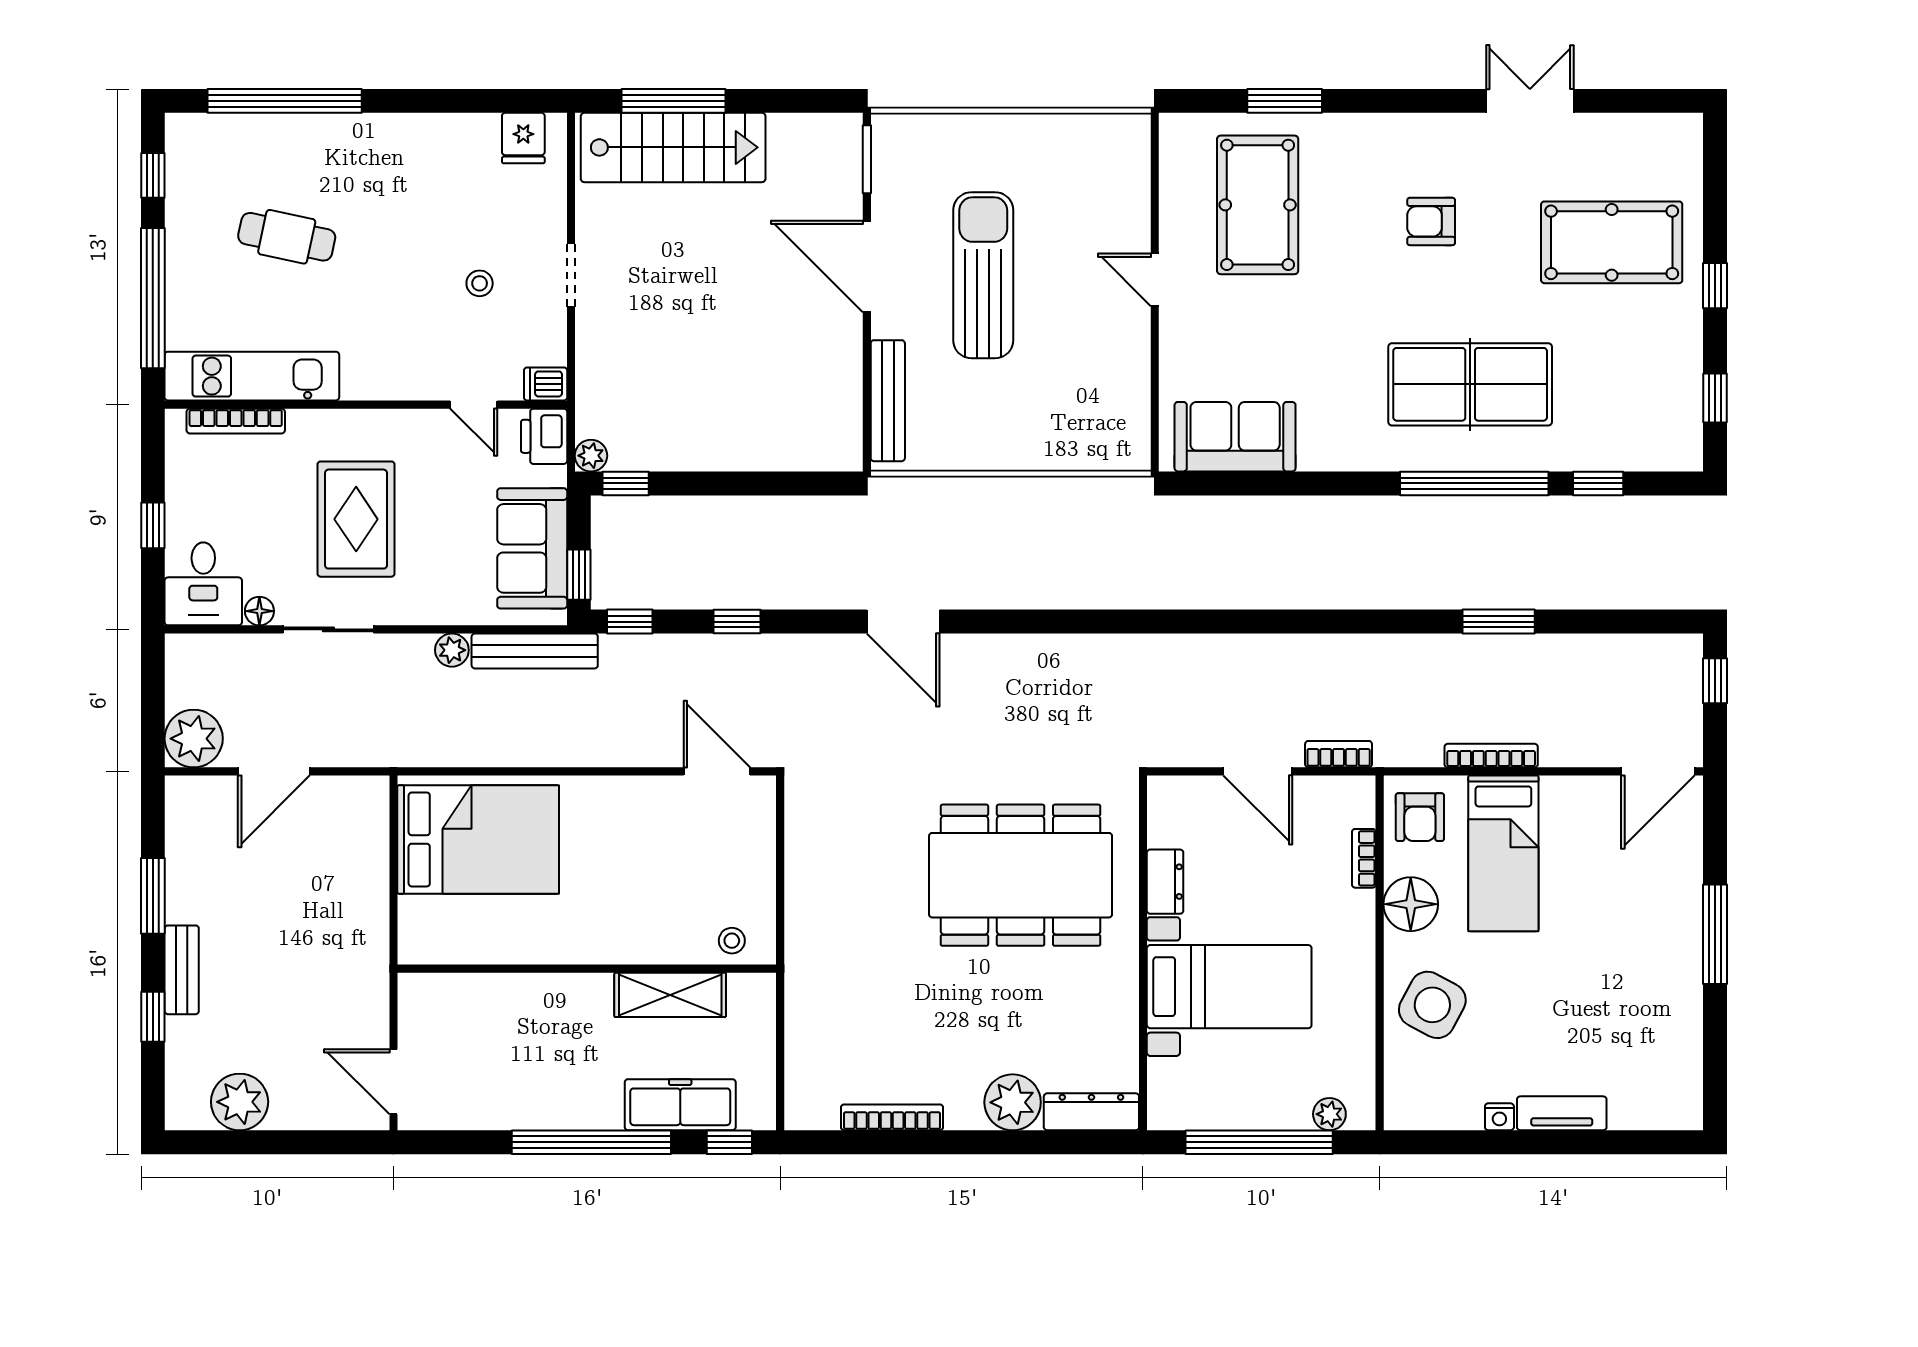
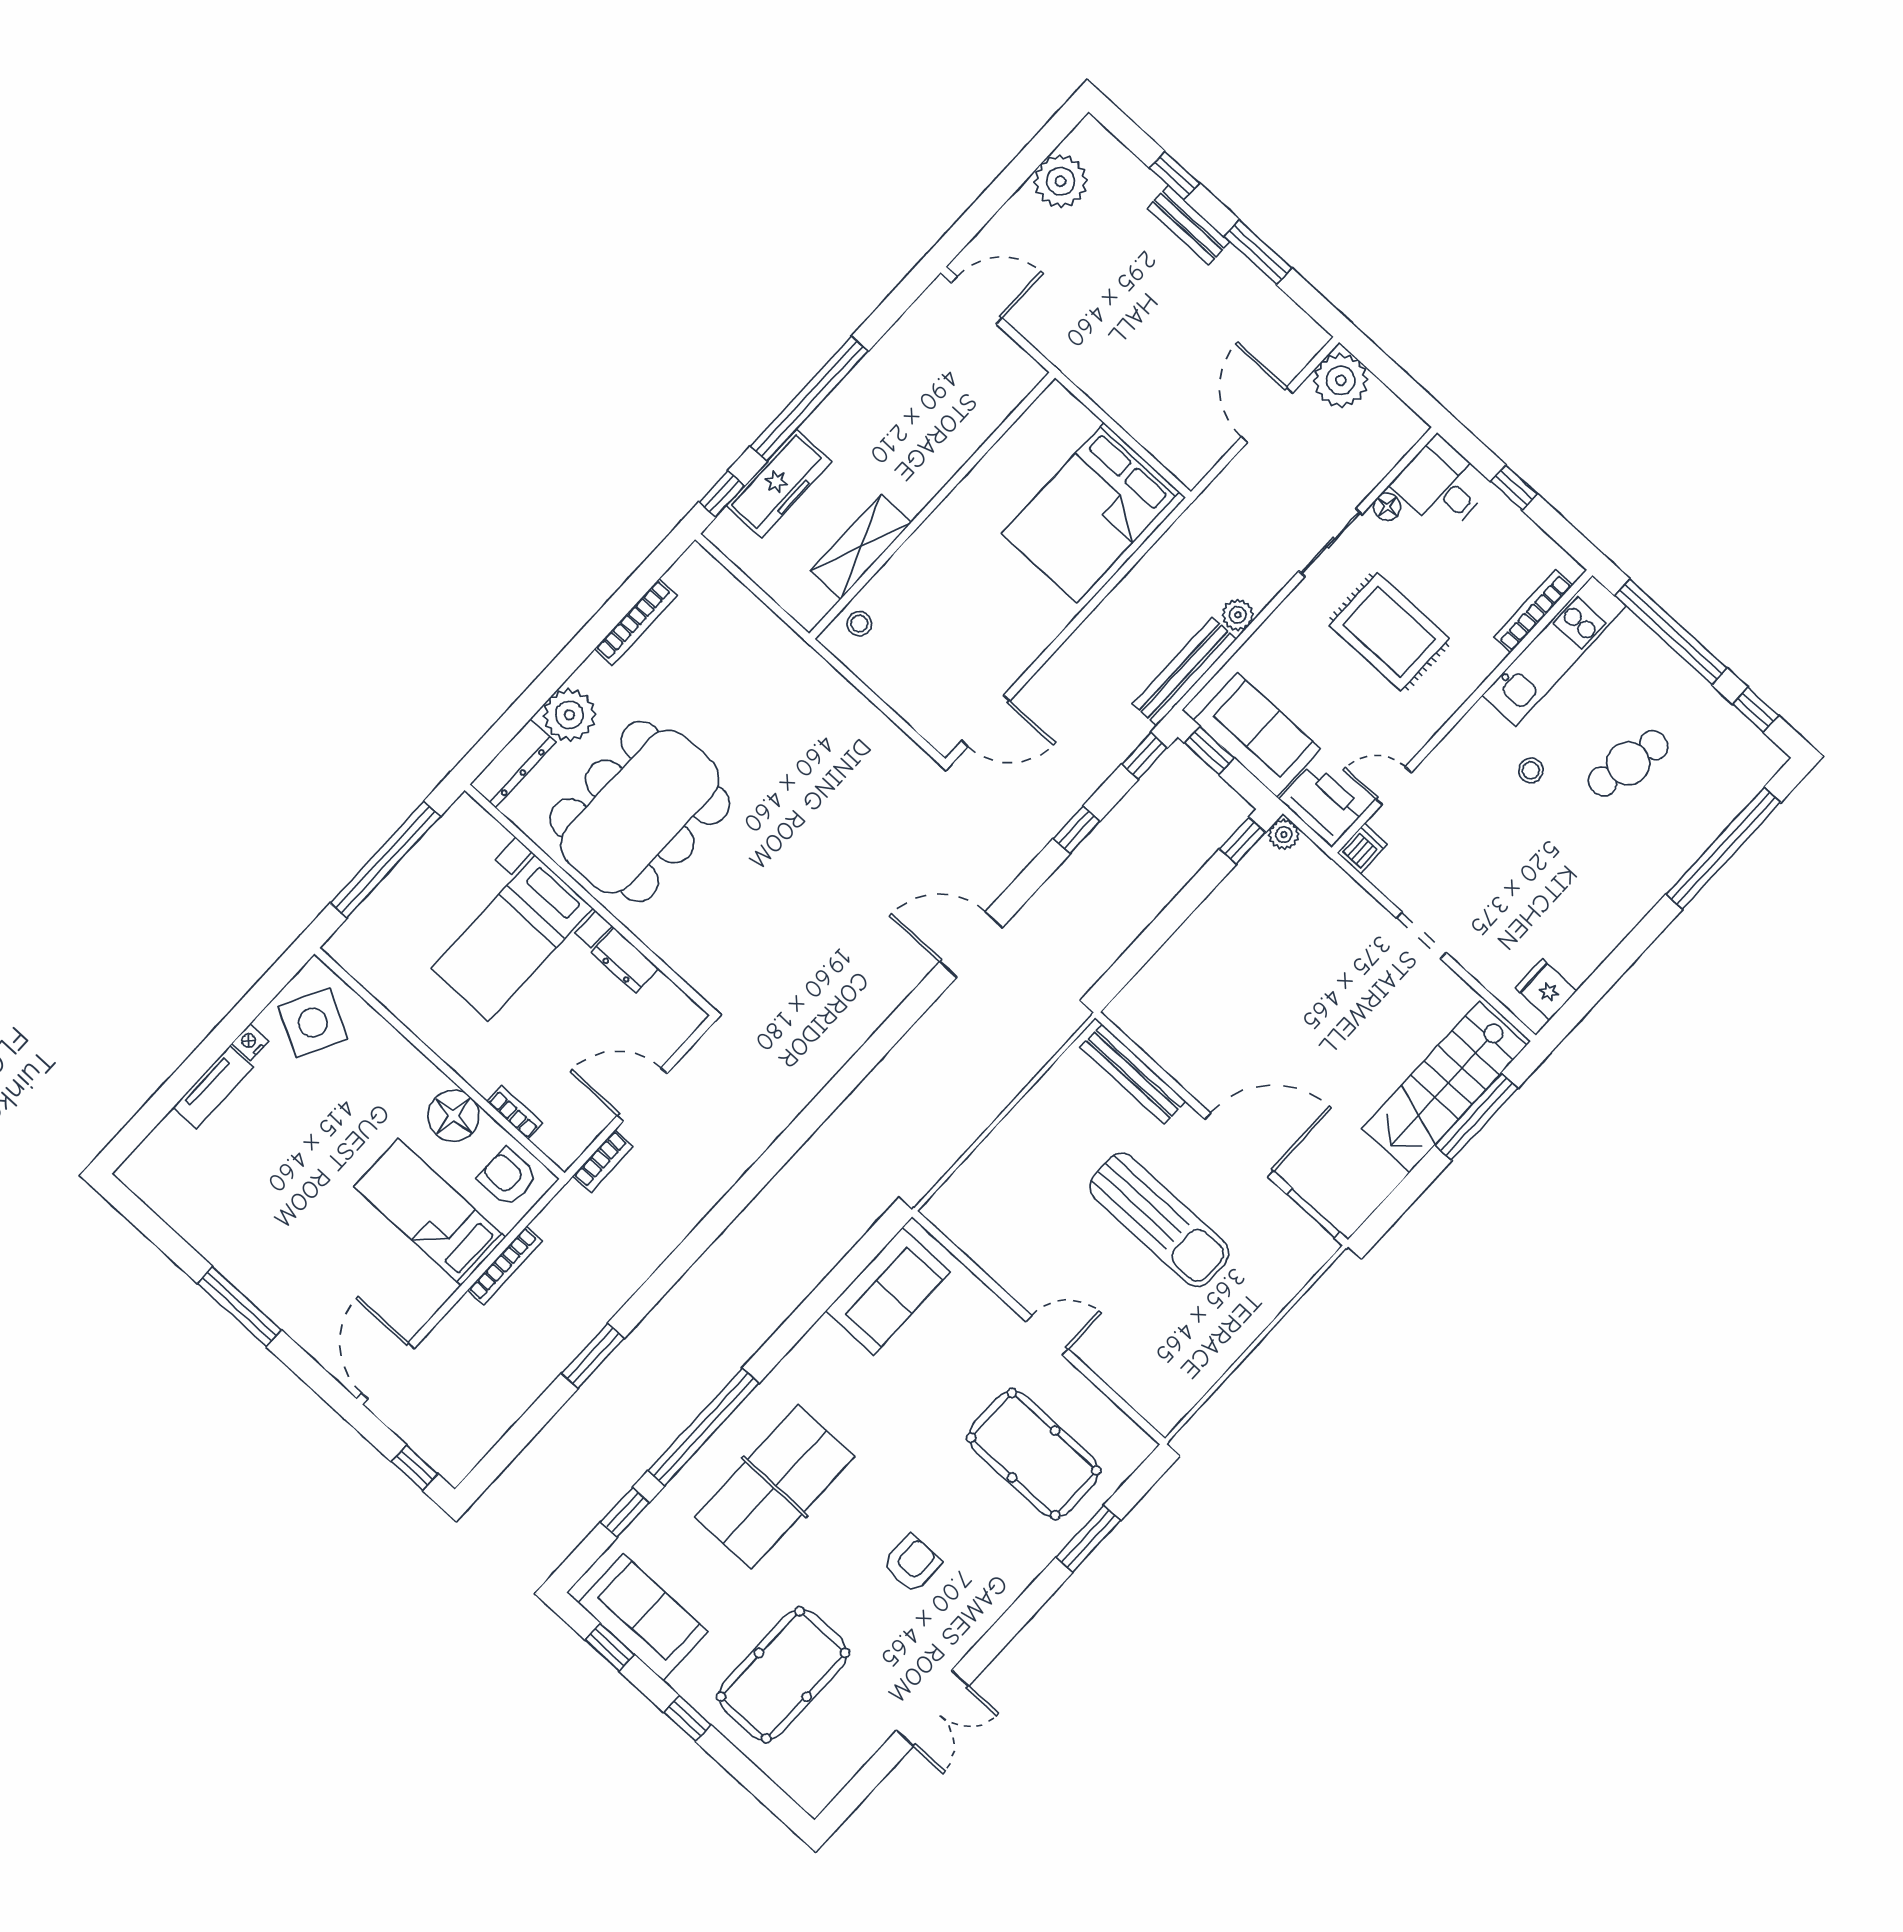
stool: (480, 283) -> (1531, 770), moved
sofa: (1668, 394) -> (643, 1617), added
printer: (544, 436) -> (1323, 805), width x1.37, depth x1.19
dining table: (1021, 875) -> (640, 811), moved
side table: (1432, 1005) -> (313, 1023), moved
plant: (1329, 1114) -> (360, 926), removed

